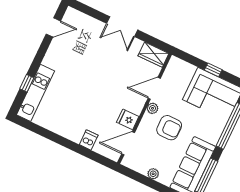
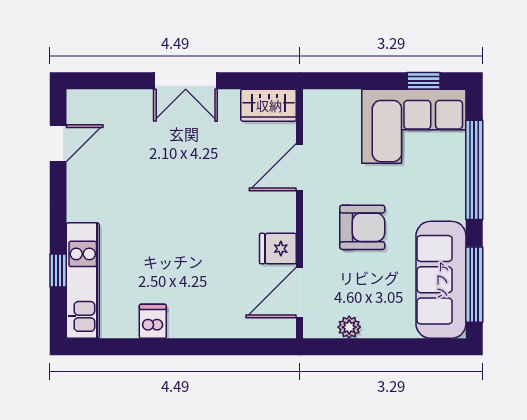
window: (213, 70) -> (424, 81), moved
plant: (153, 108) -> (314, 206), removed
dishwasher: (89, 140) -> (153, 321), moved
plant: (153, 174) -> (349, 327), moved

